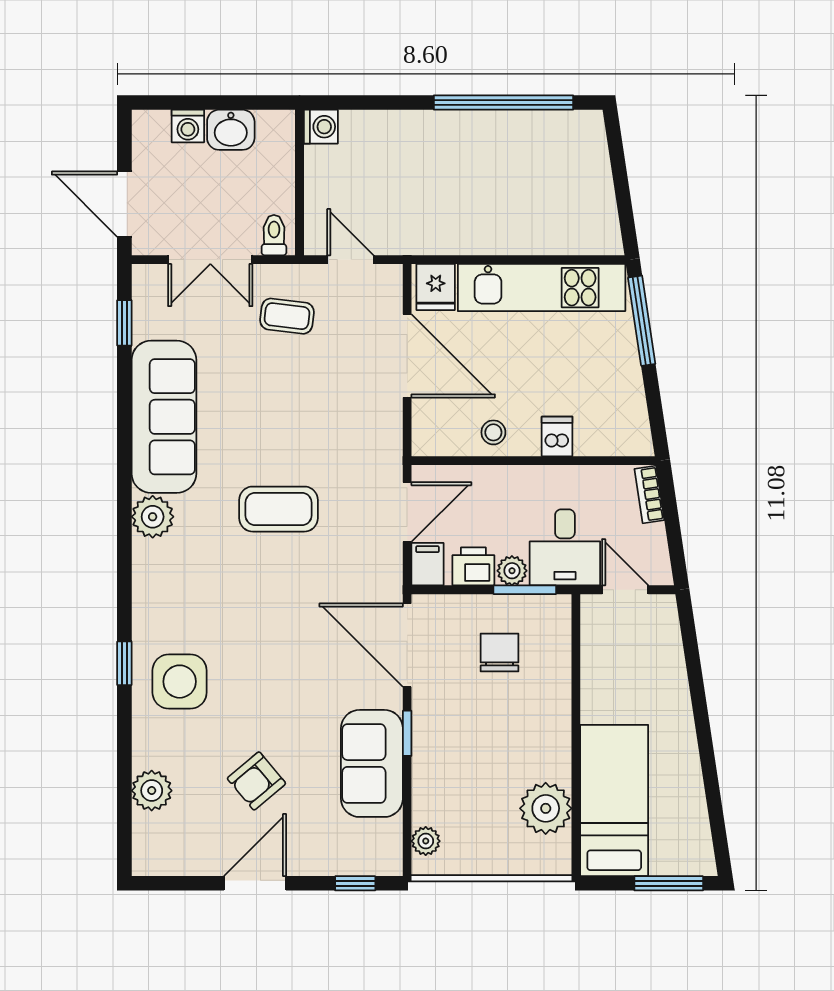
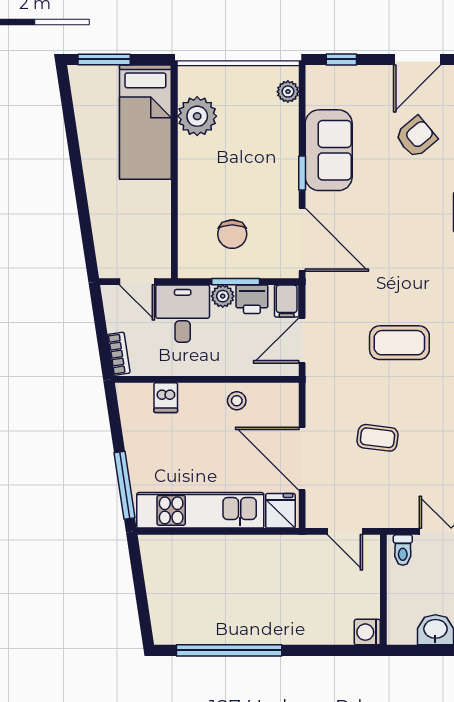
coffee table: (287, 316) -> (378, 438), moved
dishwasher: (557, 436) -> (166, 398), moved
window: (525, 590) -> (236, 282), moved

